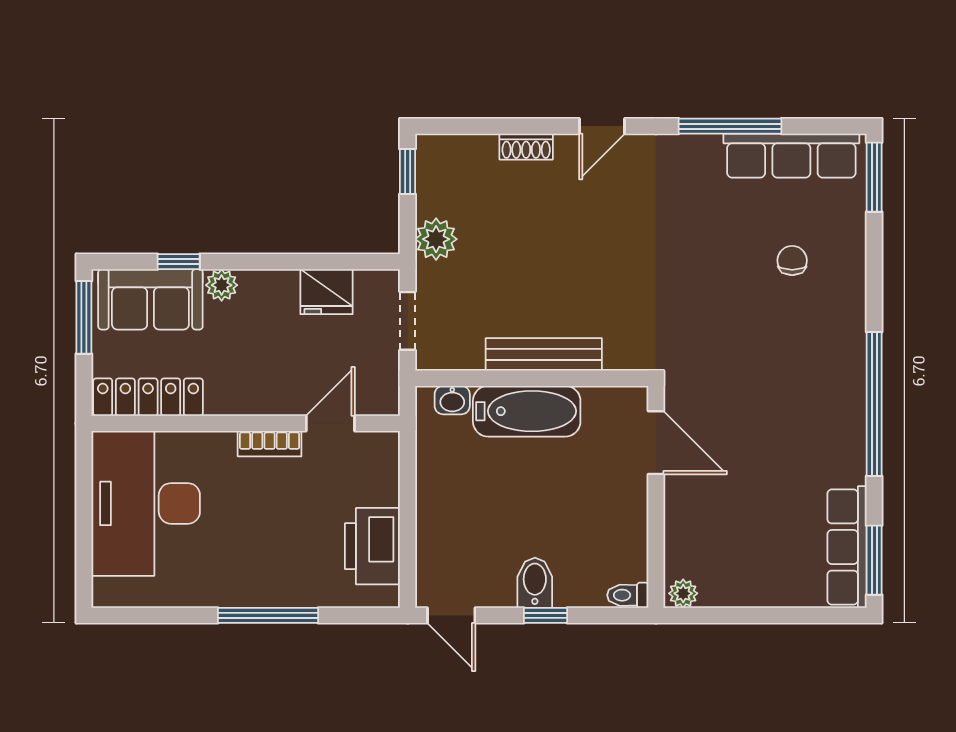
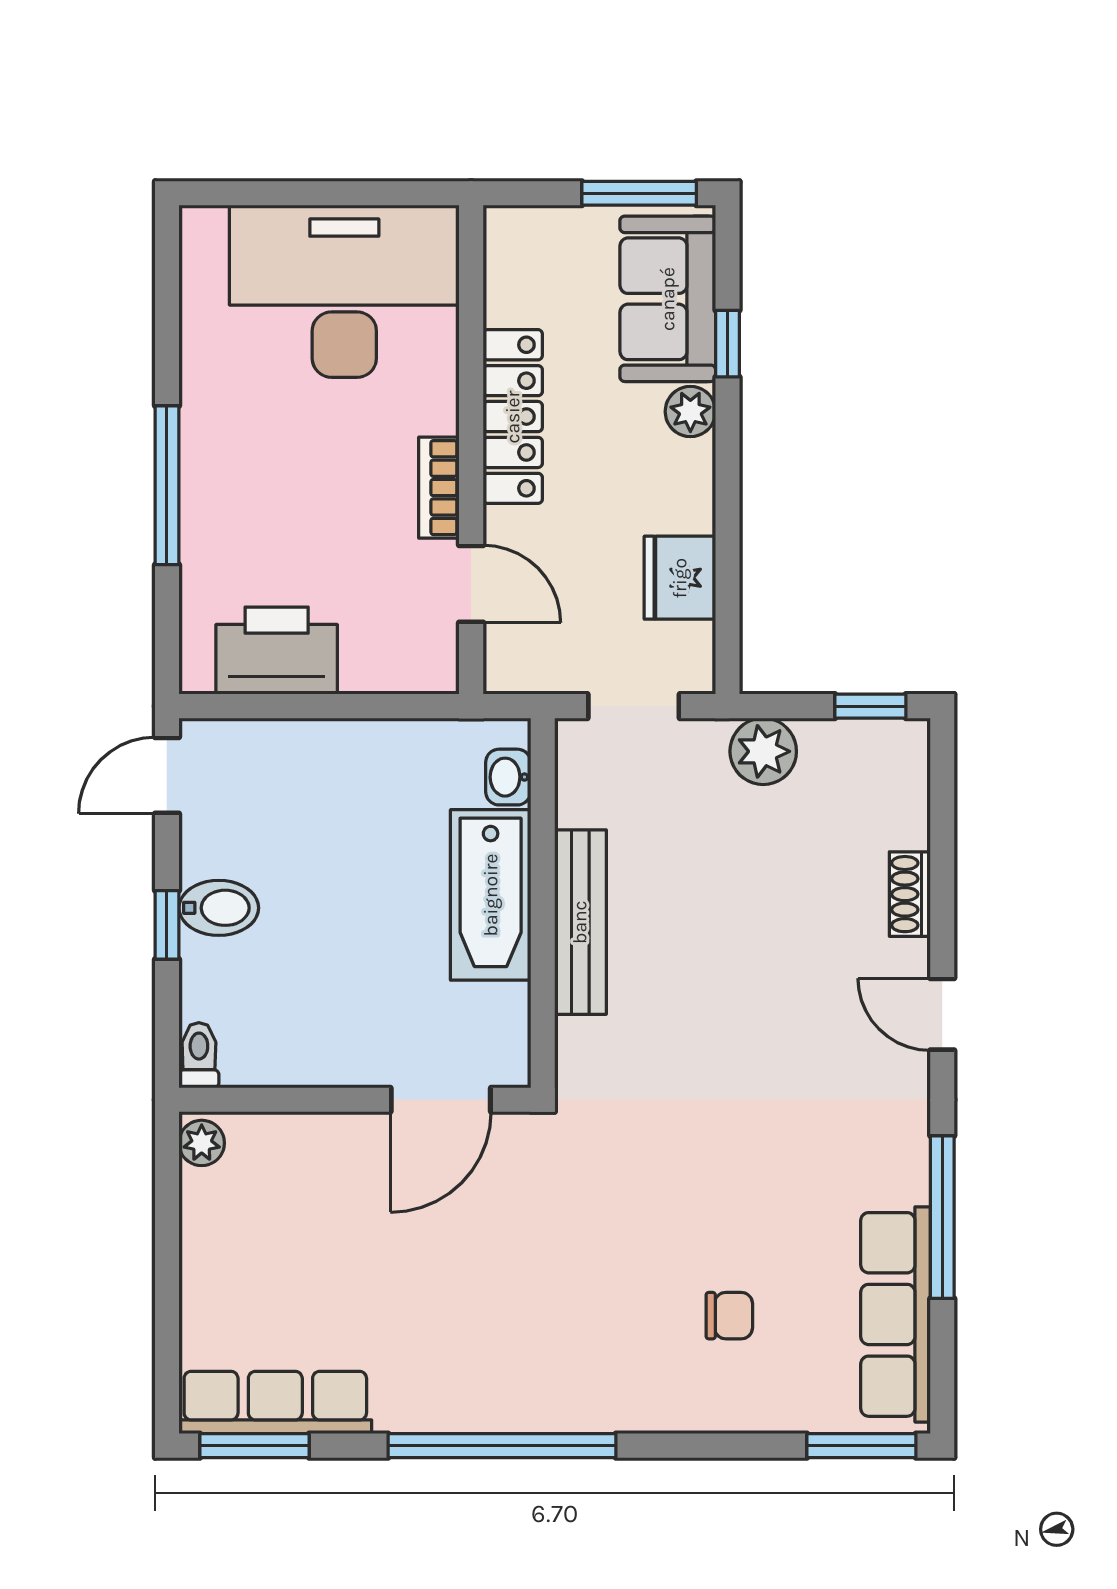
locker: (148, 397) -> (513, 417), moved

